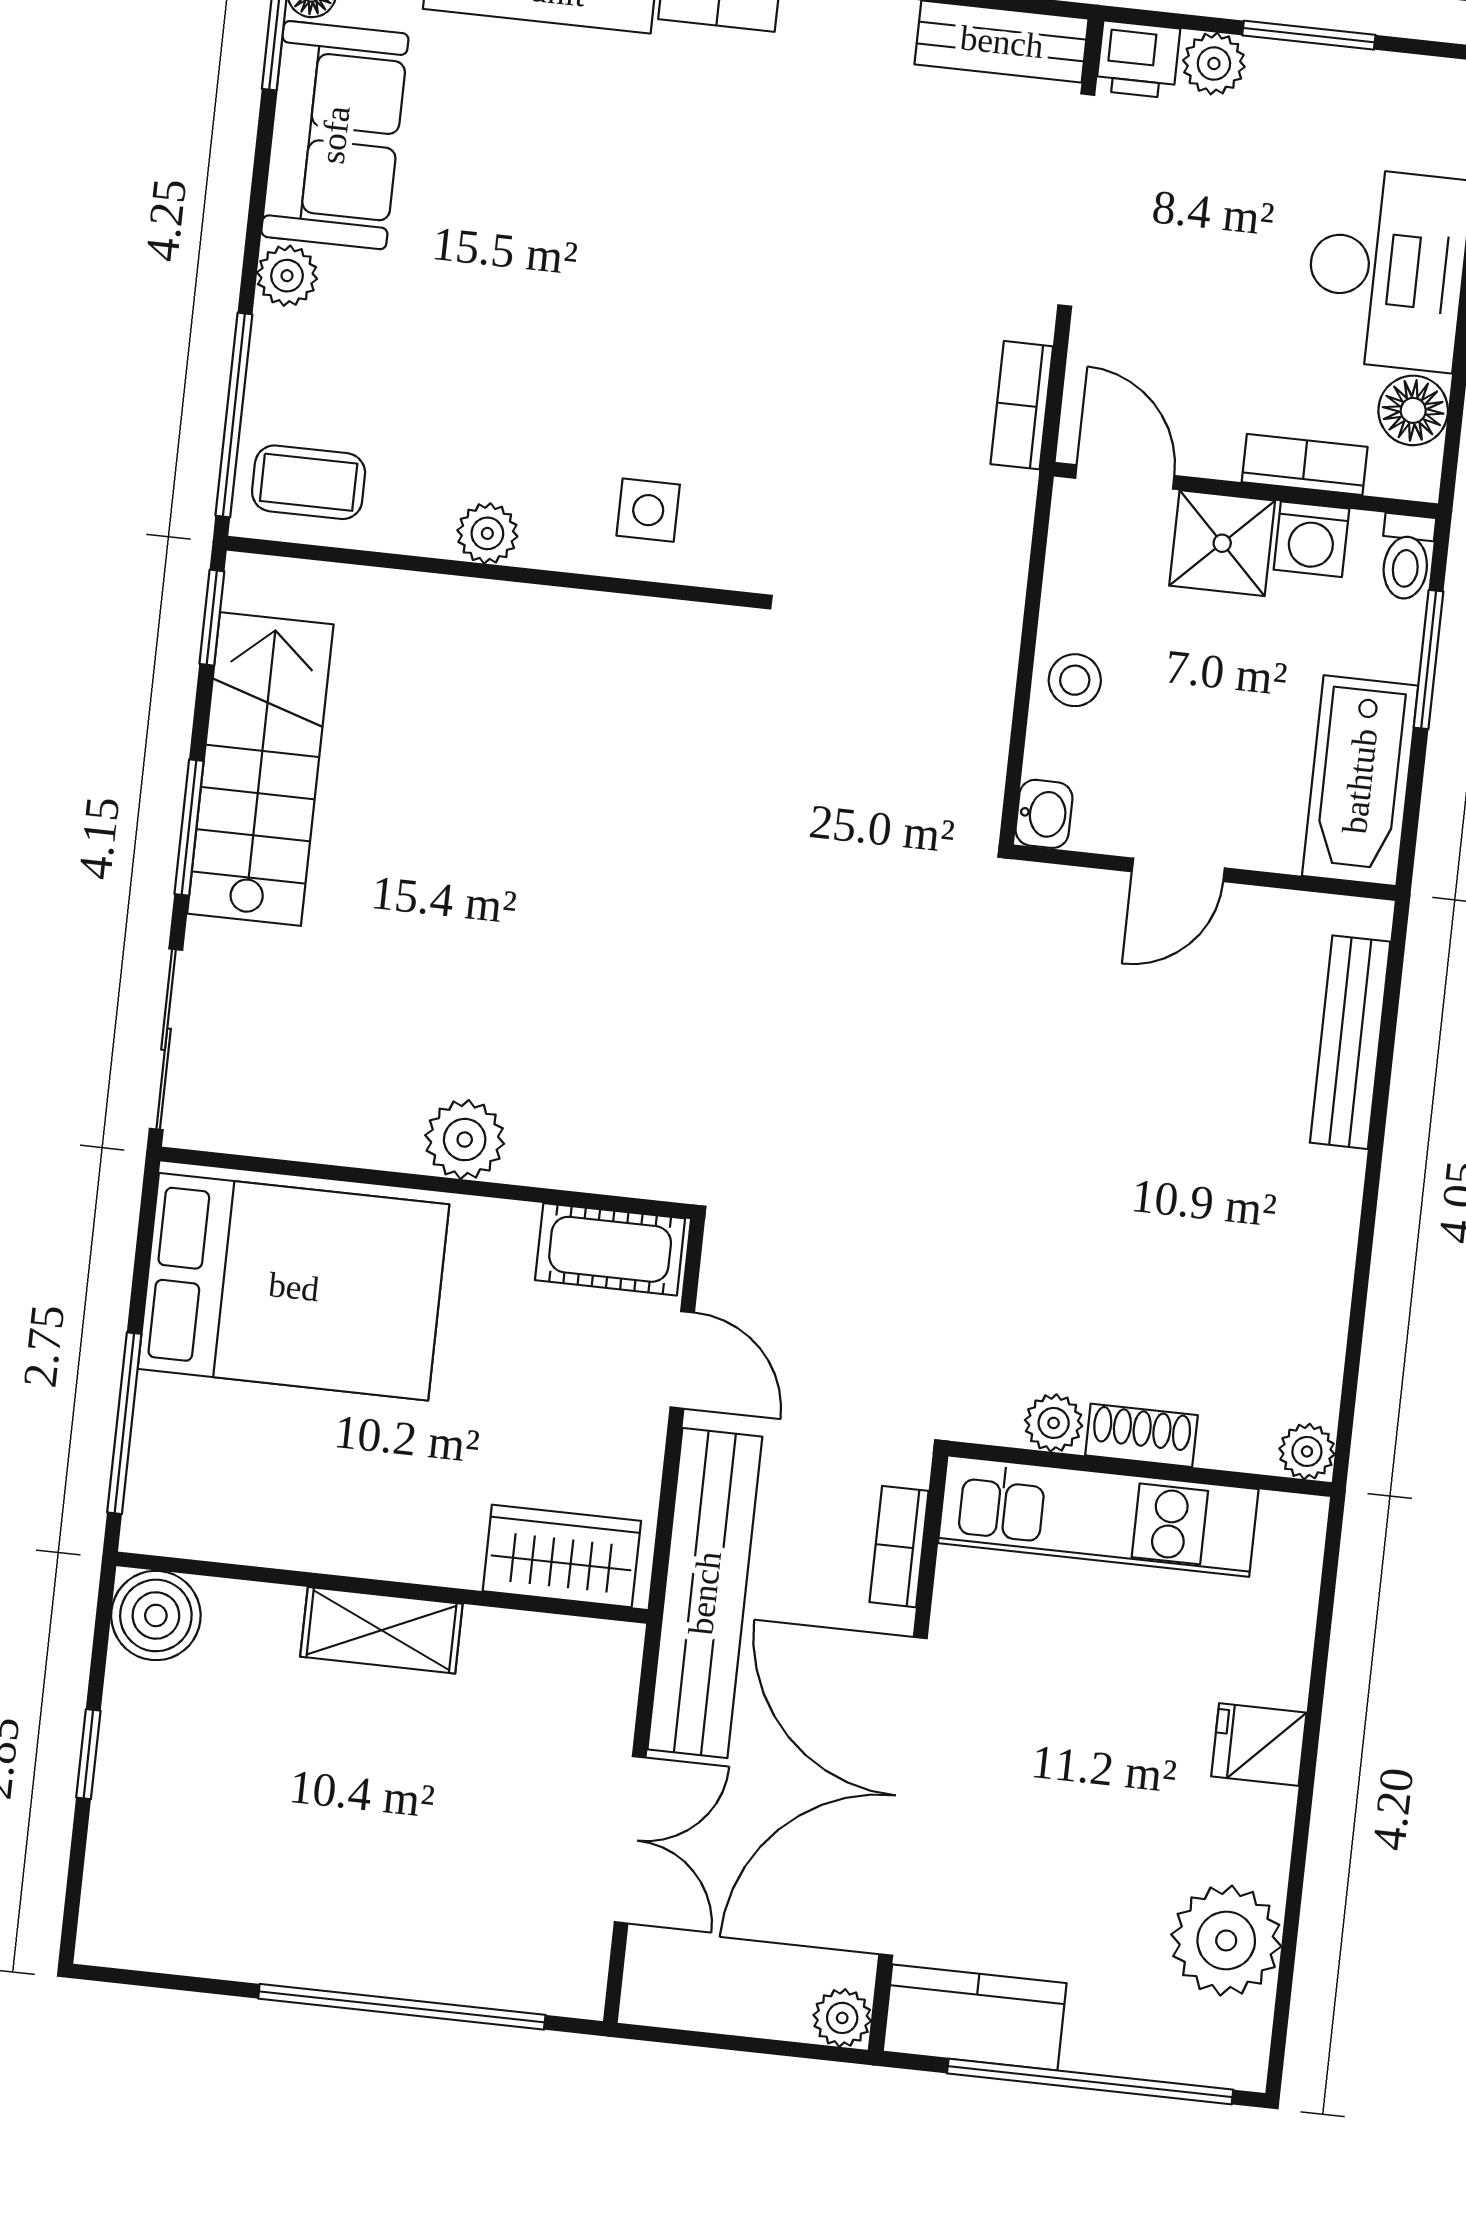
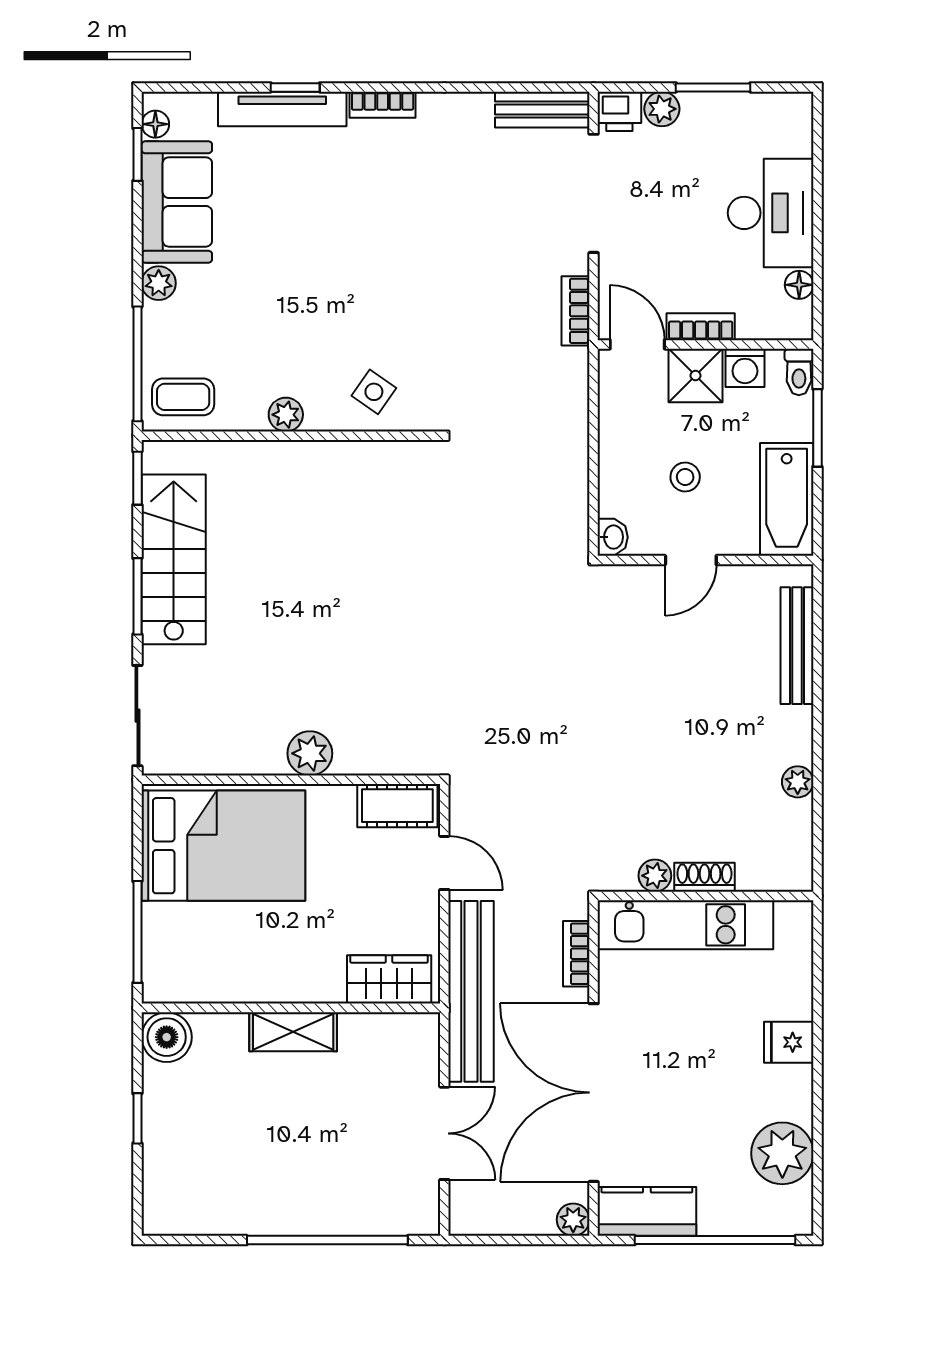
floor lamp: (1413, 410) -> (799, 285), width x0.73, depth x0.73
bookcase: (1305, 465) -> (701, 327), moved
side table: (648, 510) -> (374, 392), turned 35
stool: (1075, 680) -> (685, 477), moved
plant: (1307, 1451) -> (798, 782), moved

